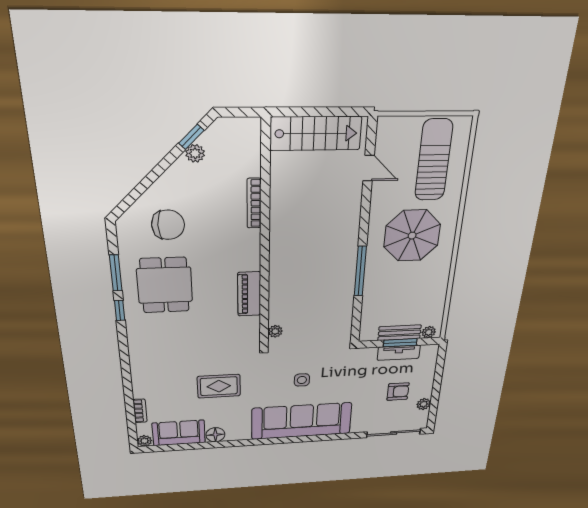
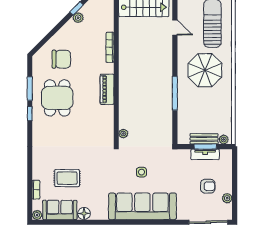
piano: (249, 294) -> (107, 89), moved
rug: (219, 386) -> (67, 178), moved

